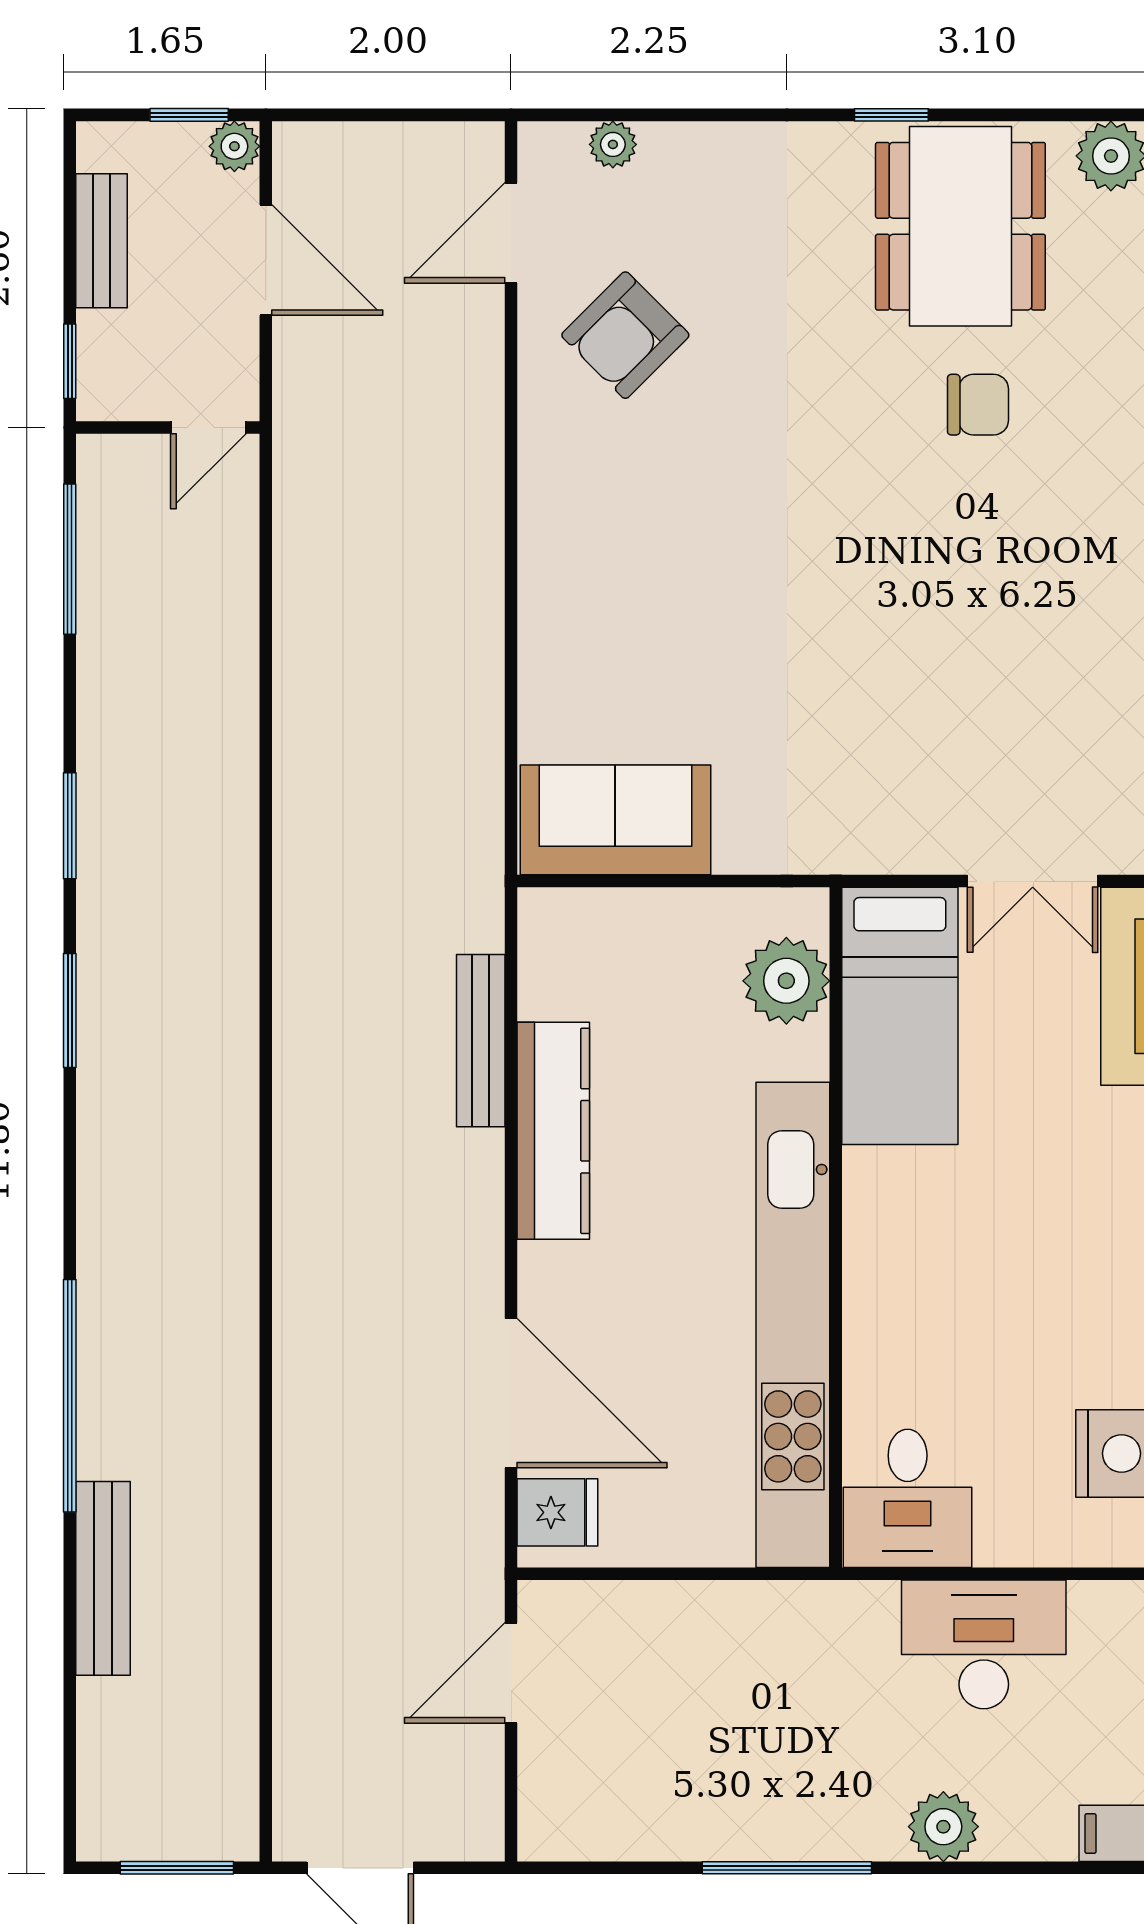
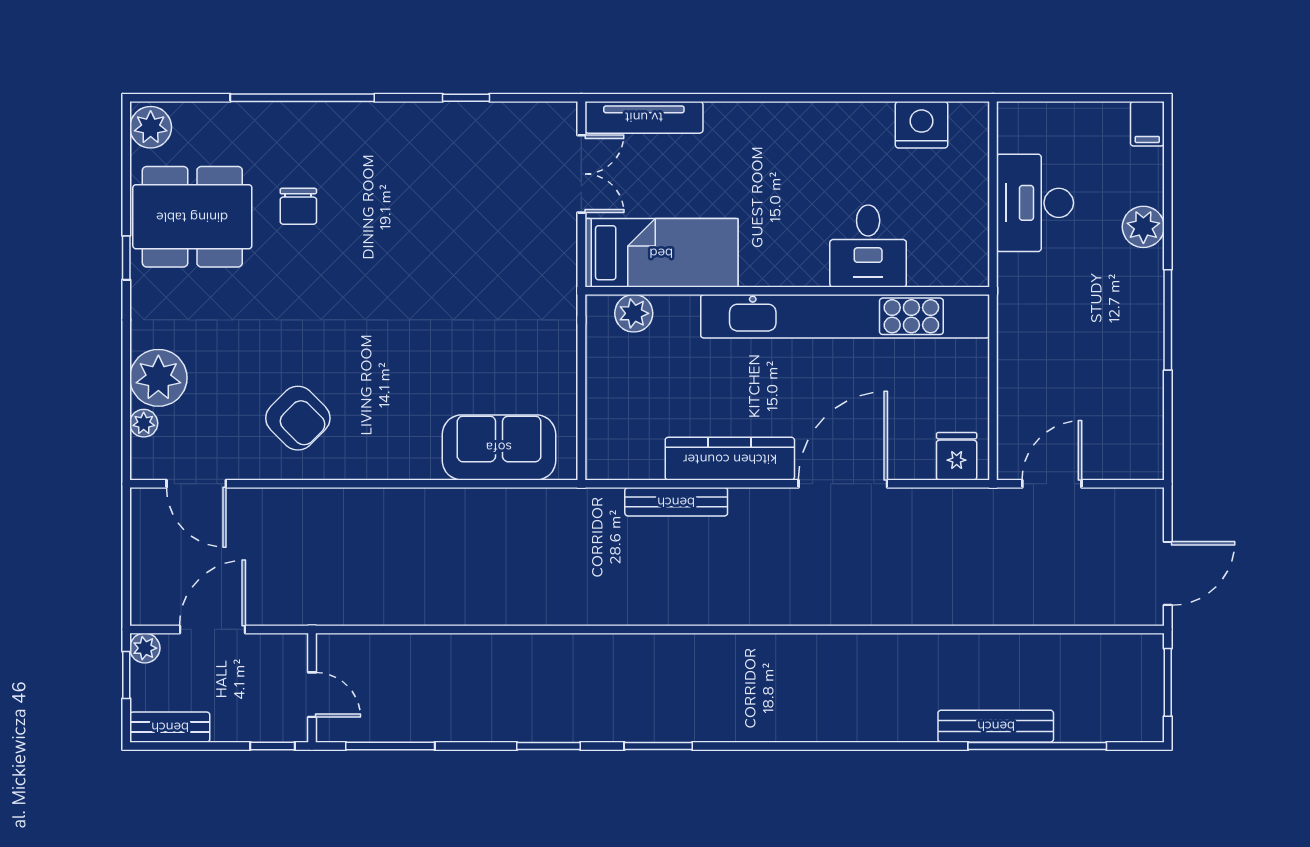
plant: (689, 169) -> (158, 378), added
bench: (101, 241) -> (170, 727), moved
armchair: (625, 335) -> (298, 418), moved
chair: (978, 405) -> (298, 206), turned 180
door: (208, 427) -> (312, 695), moved
sofa: (615, 820) -> (499, 447), moved, turned 90
plant: (786, 981) -> (634, 313), width x0.73, depth x0.73
door: (511, 1393) -> (843, 484), moved
window: (70, 1396) -> (1037, 746), moved
desk: (908, 1498) -> (868, 246), moved, turned 90
door: (511, 1673) -> (1052, 484), swing flipped

